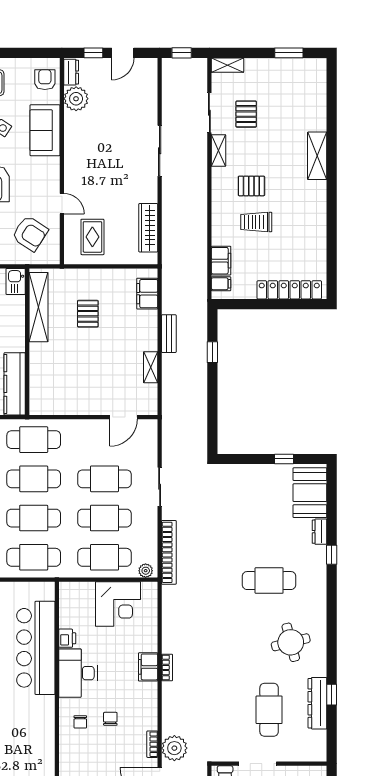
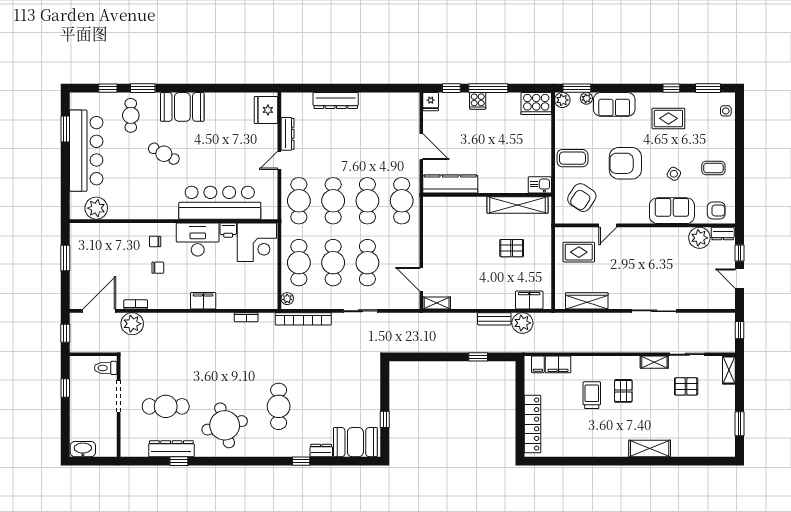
plant: (174, 301) -> (522, 323), added
shelving: (151, 367) -> (437, 303), moved
corner desk: (118, 604) -> (257, 242), moved, turned -90
round table: (291, 642) -> (225, 425), width x1.36, depth x1.36
bookcase: (167, 667) -> (246, 317), moved

